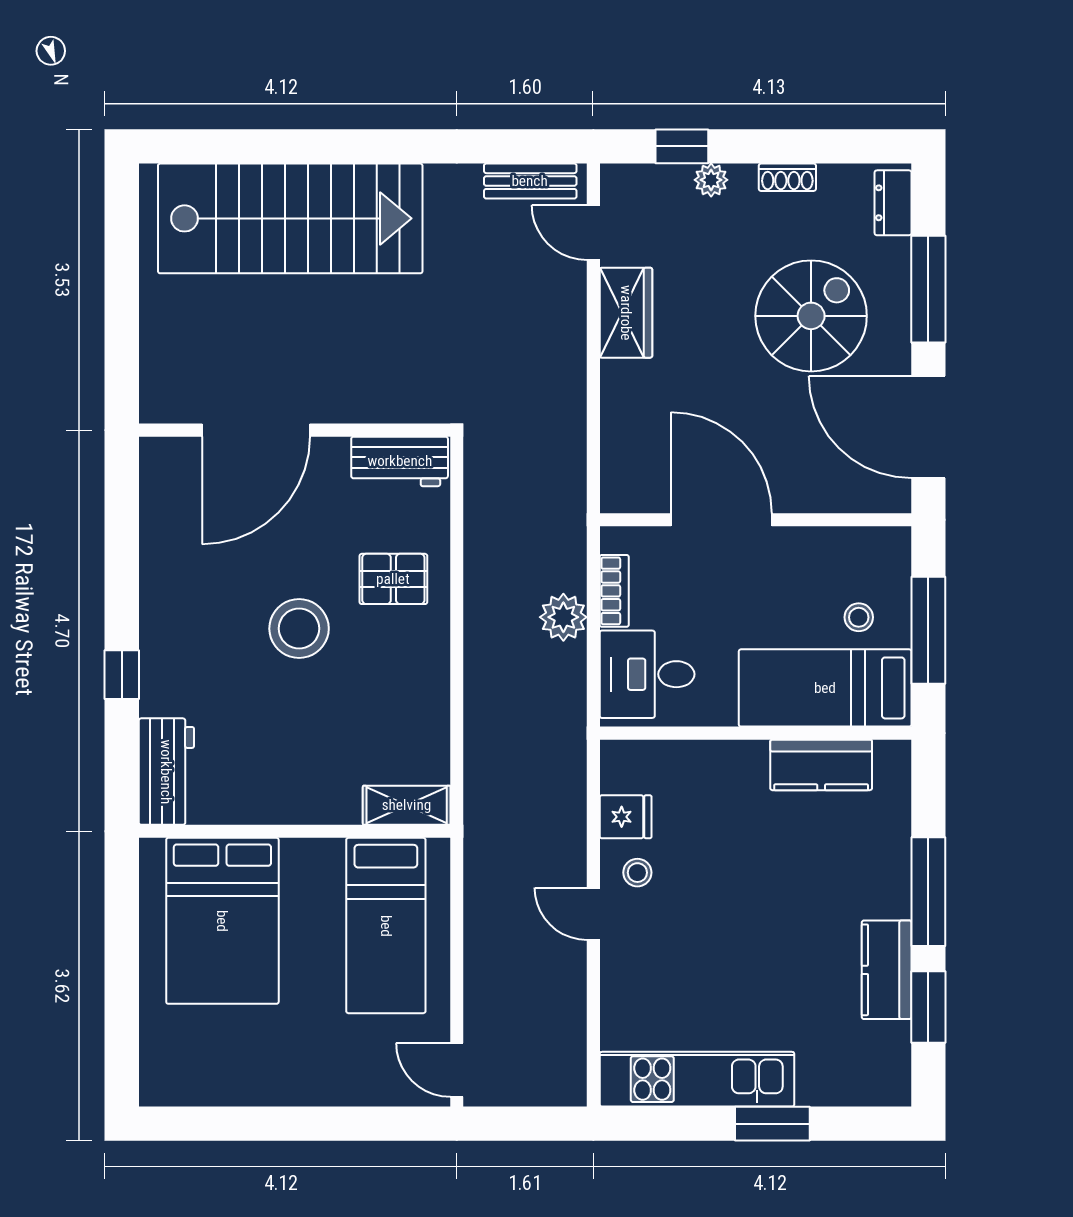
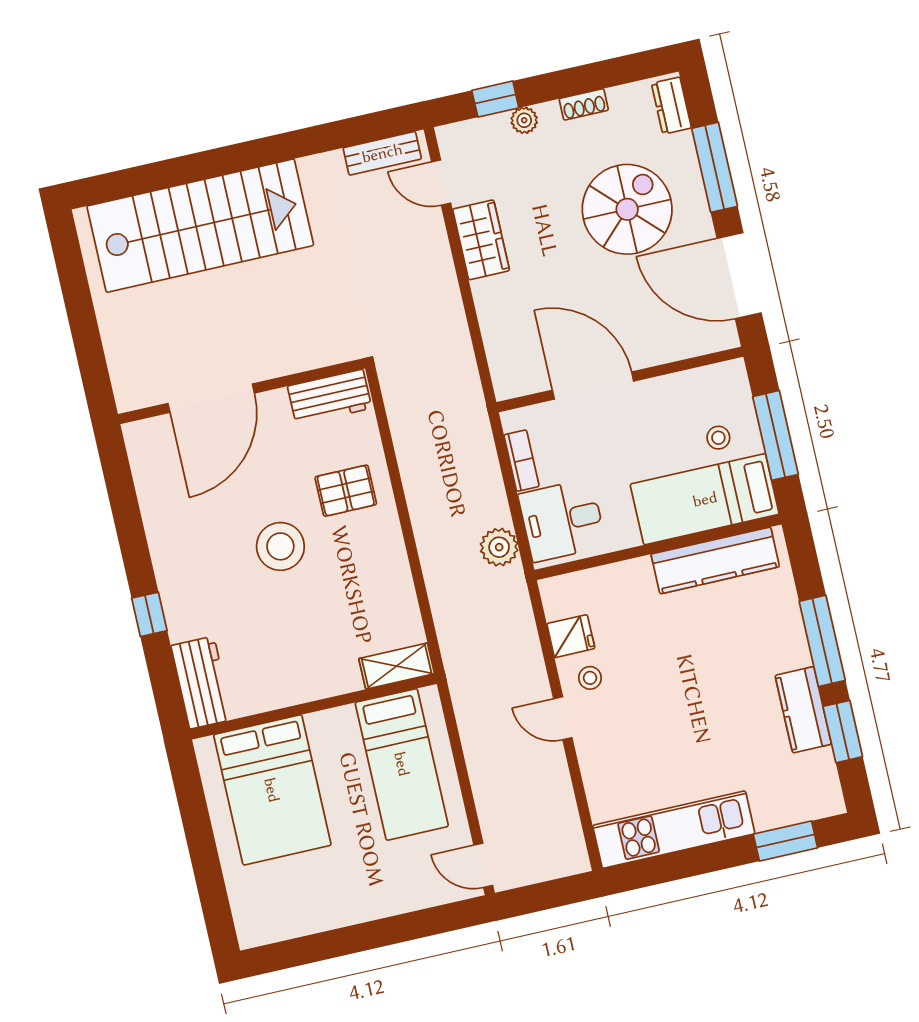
plant: (563, 617) -> (499, 547), moved
kitchen counter: (821, 765) -> (715, 560), width x1.50
window: (772, 1124) -> (785, 841), moved

